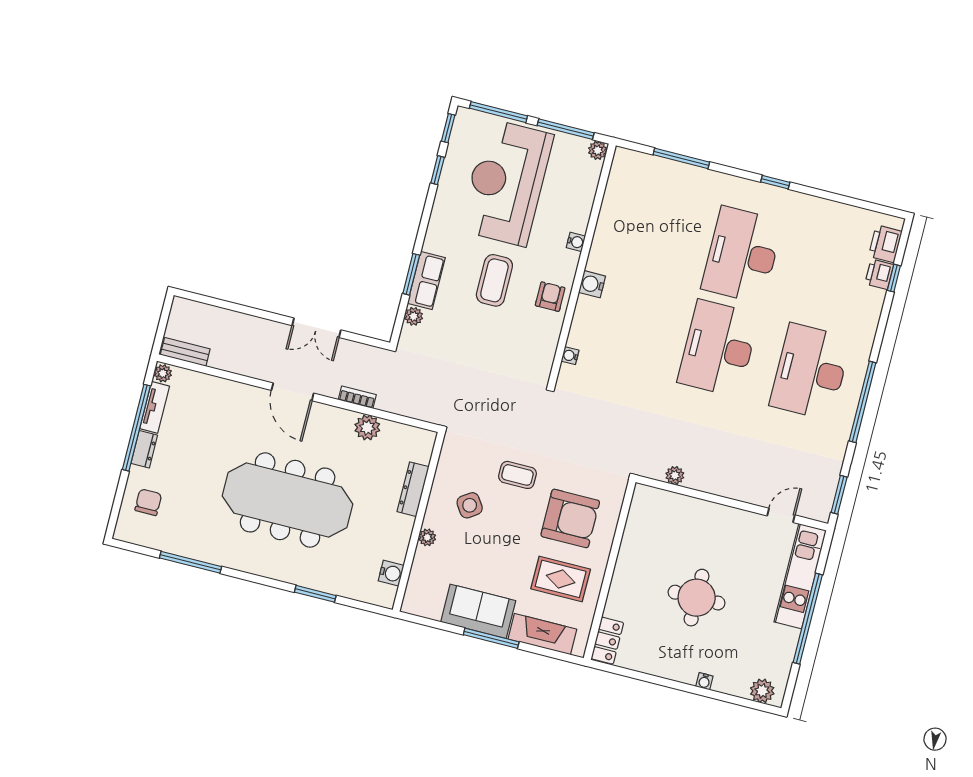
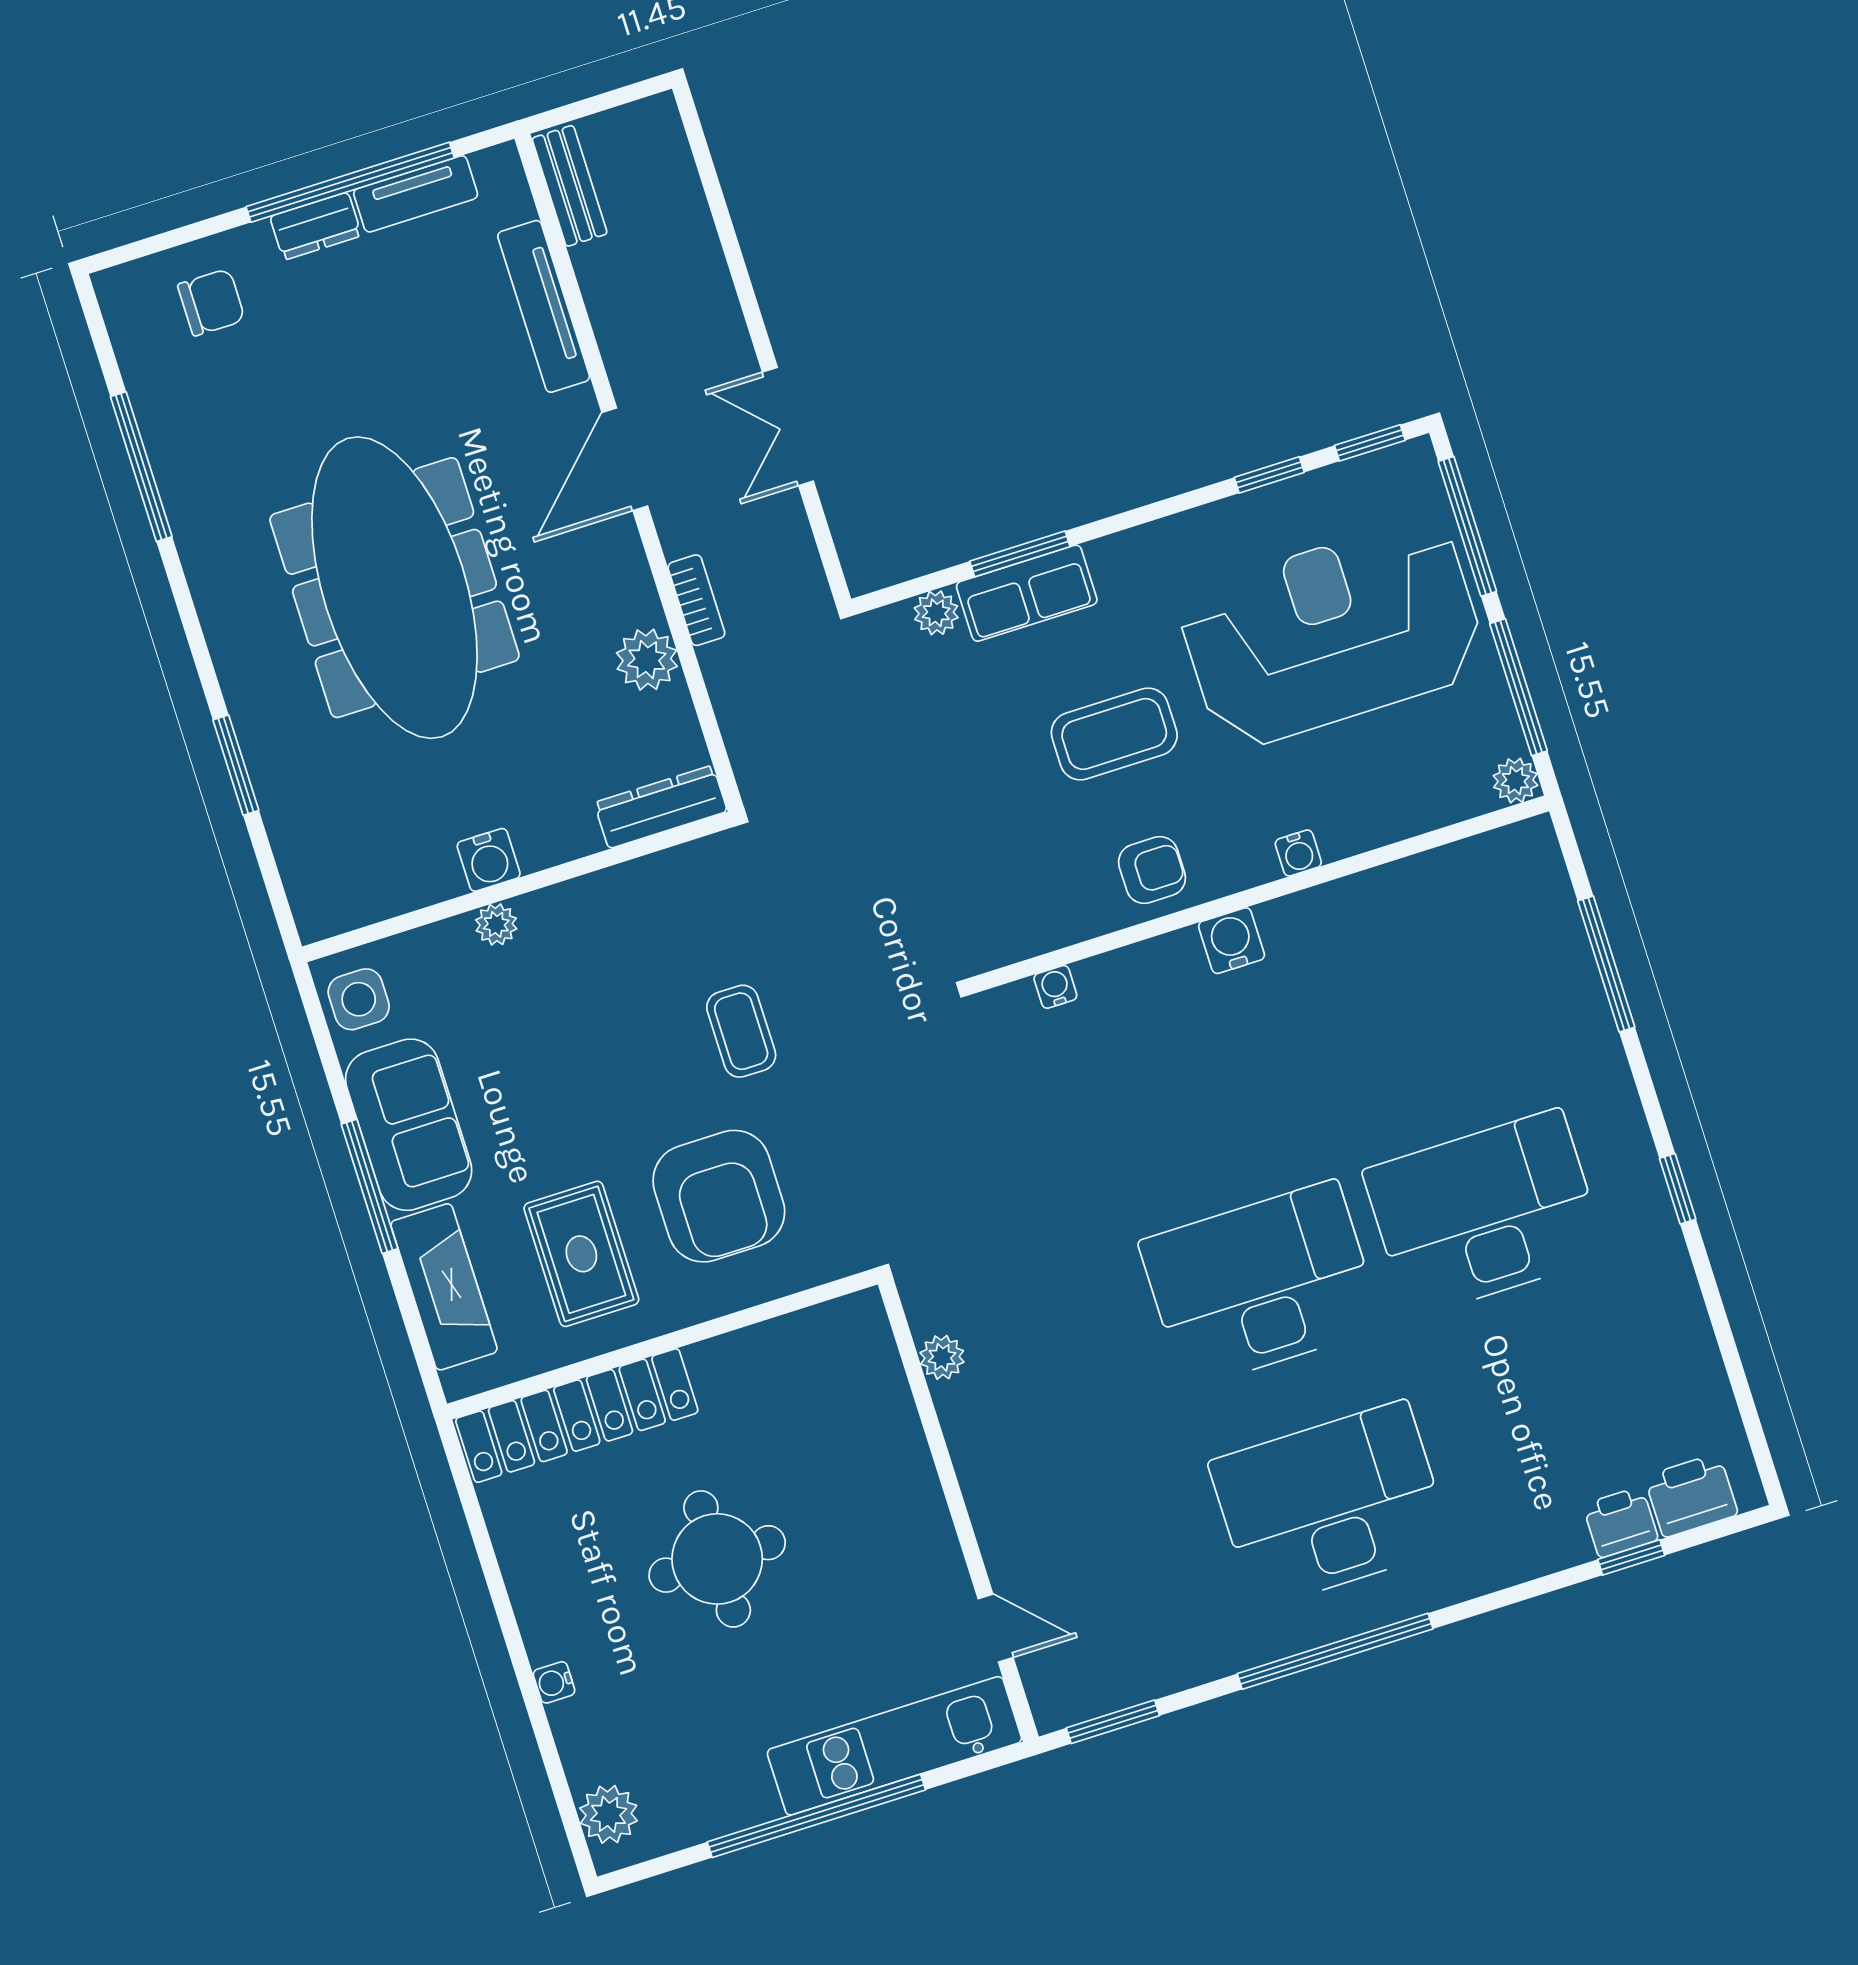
plant: (163, 373) -> (497, 167), removed
tv unit: (222, 387) -> (544, 306), added
dresser: (413, 489) -> (661, 807), moved
side table: (470, 505) -> (359, 999), moved, turned 34
water cooler: (391, 573) -> (489, 860), moved
locker: (607, 641) -> (577, 1416), width x2.16, depth x1.21

